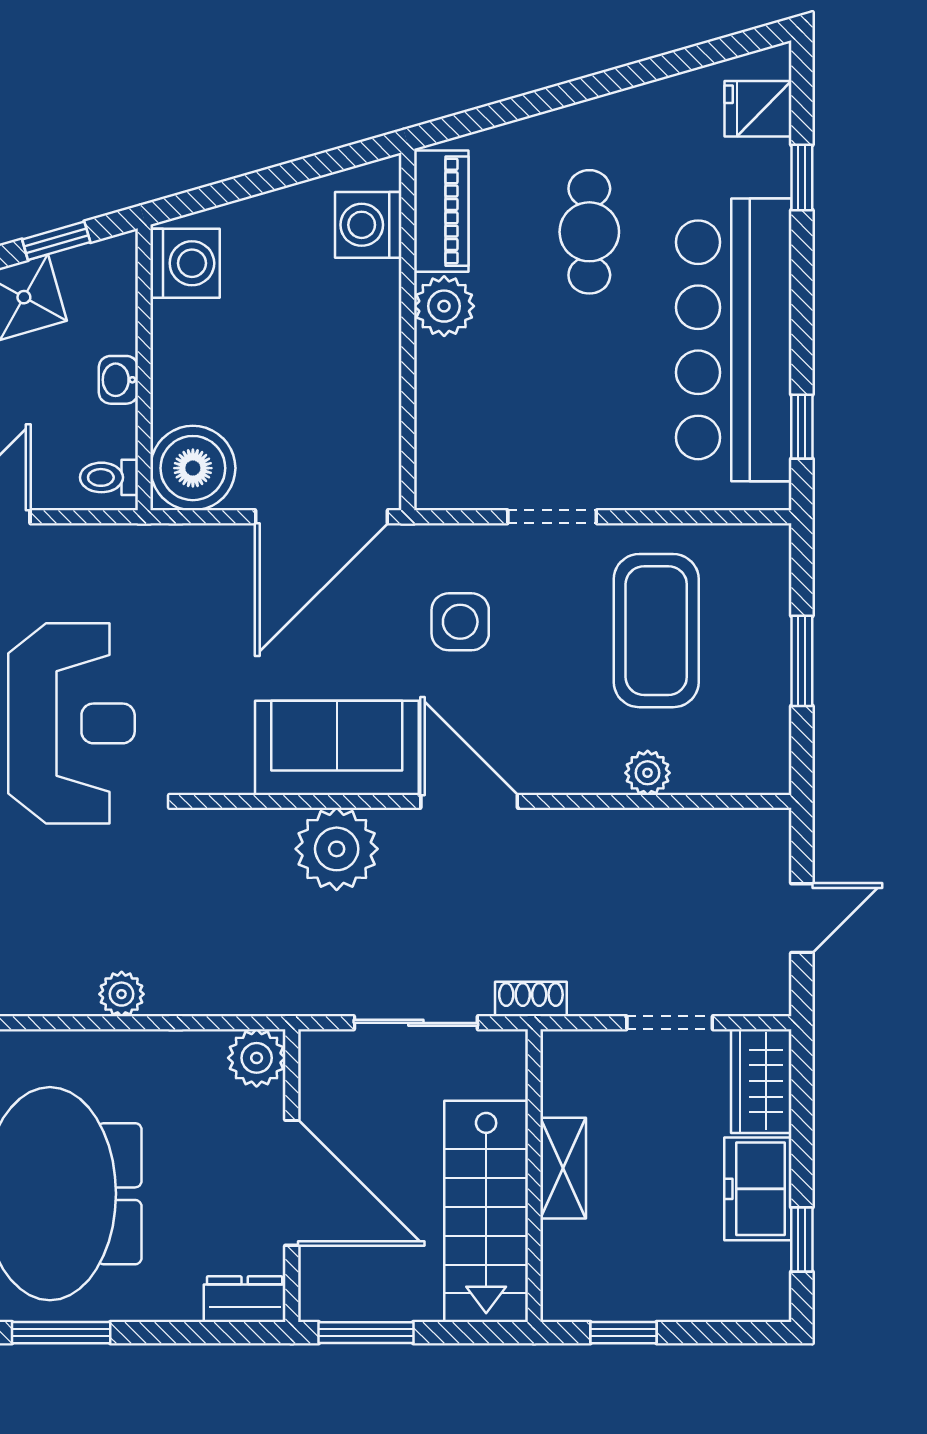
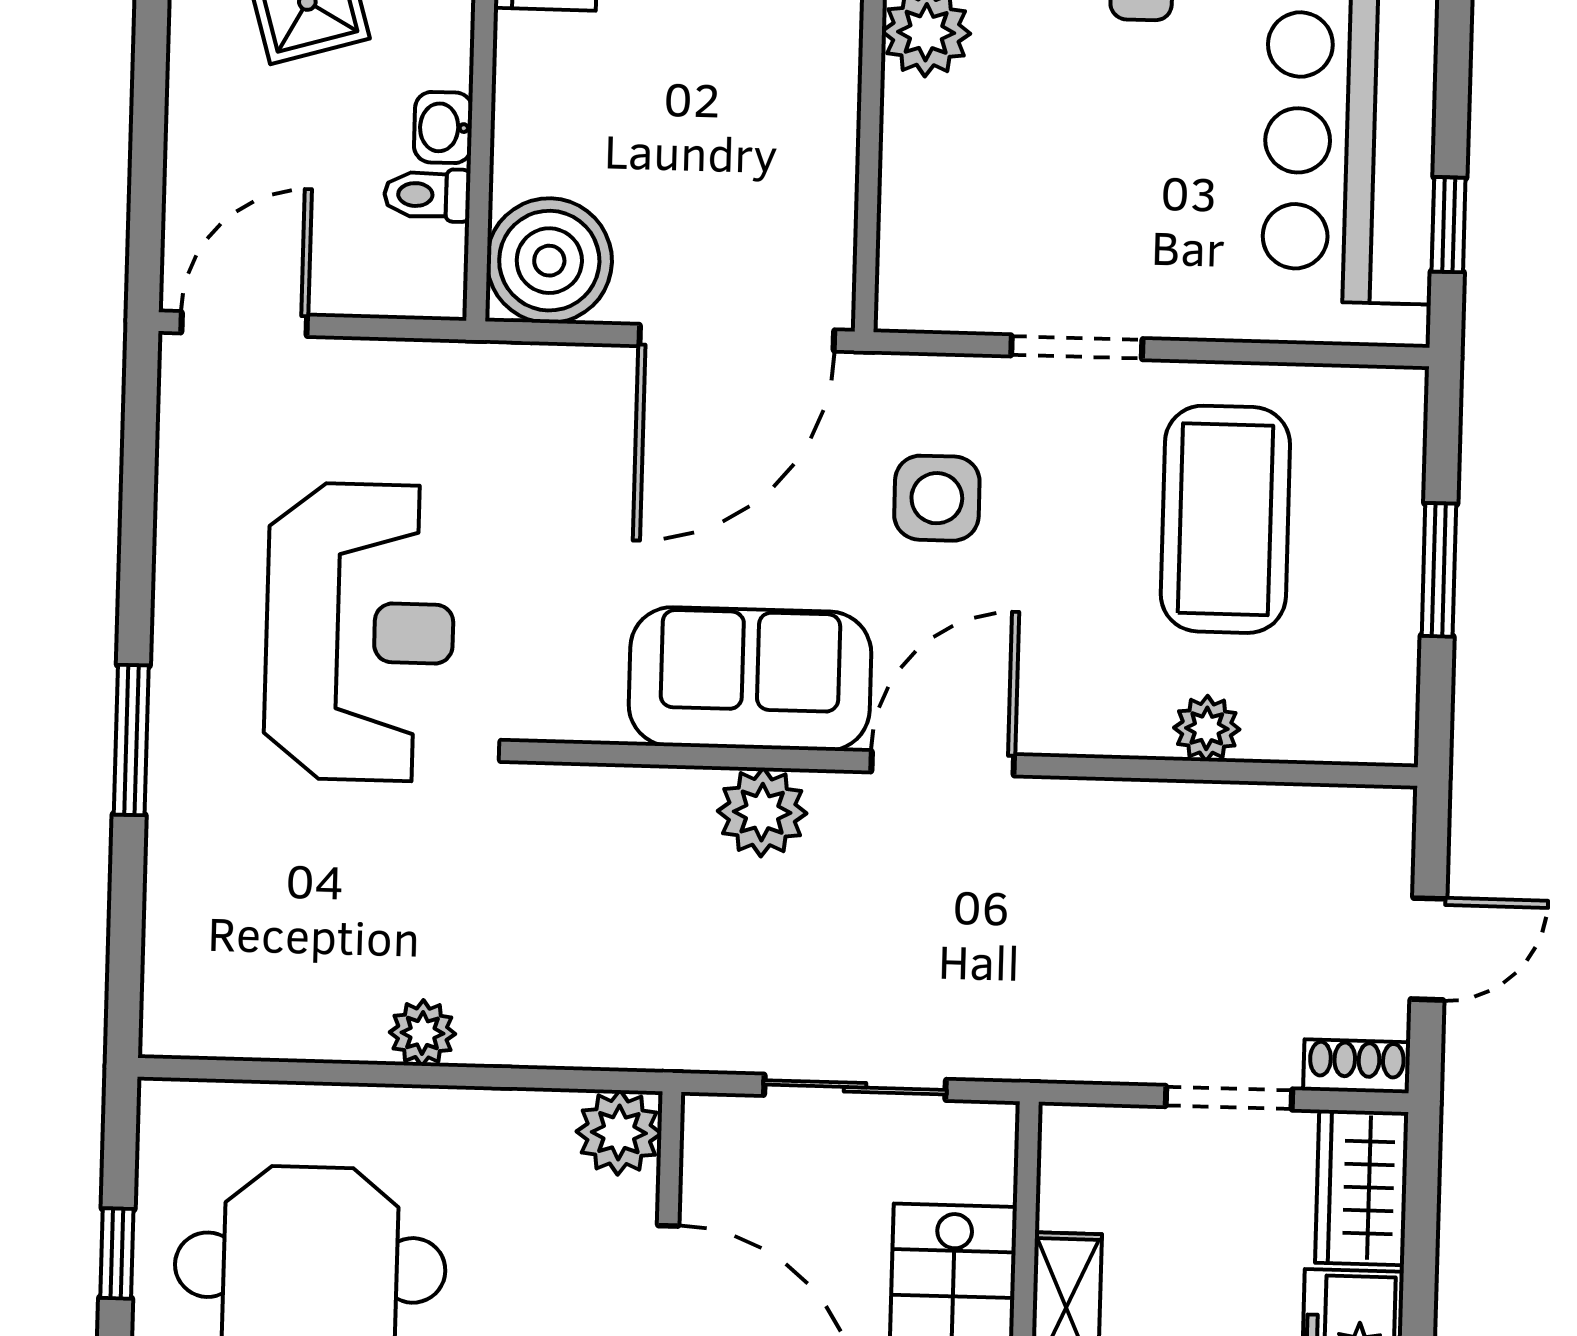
toilet: (109, 477) -> (427, 195), moved
door: (469, 801) -> (943, 763), hinge flipped
plant: (337, 849) -> (762, 812), width x0.73, depth x0.73
shoe rack: (531, 999) -> (1357, 1066), moved

